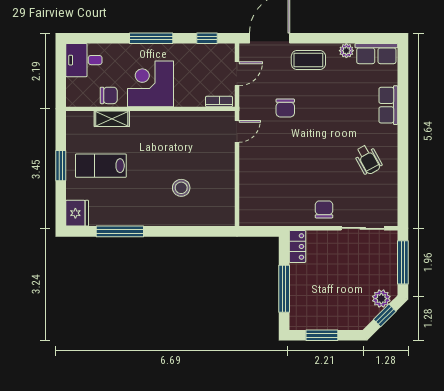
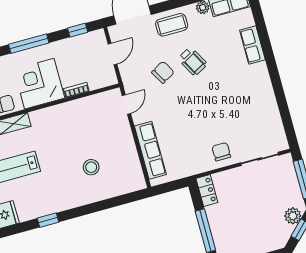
bookcase: (219, 101) -> (76, 90), moved
chair: (285, 108) -> (163, 72), turned -120
wheelchair: (368, 160) -> (193, 61), moved
row of seats: (249, 187) -> (150, 150), added
window: (120, 231) -> (48, 220), width x0.46

